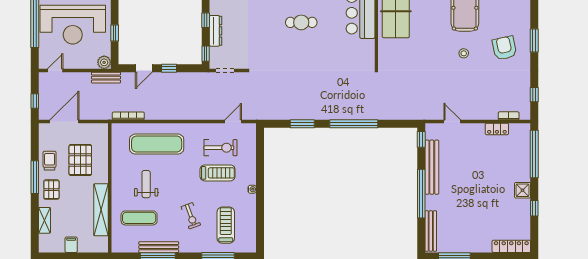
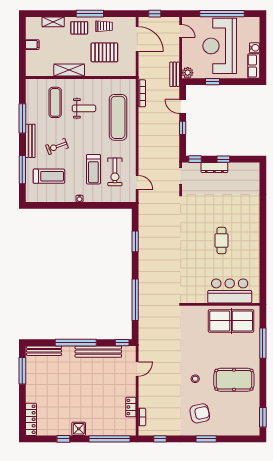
window: (354, 124) -> (135, 300), moved
shelving: (101, 210) -> (69, 70), width x0.68
bench: (159, 247) -> (30, 141), moved

